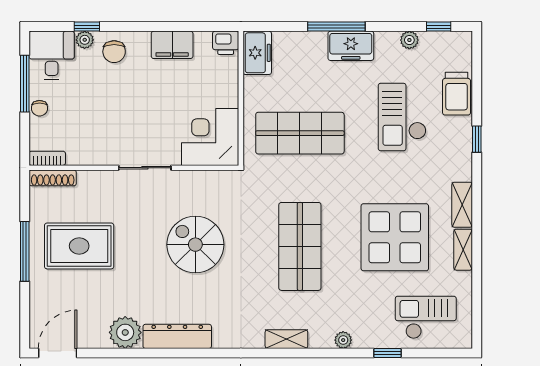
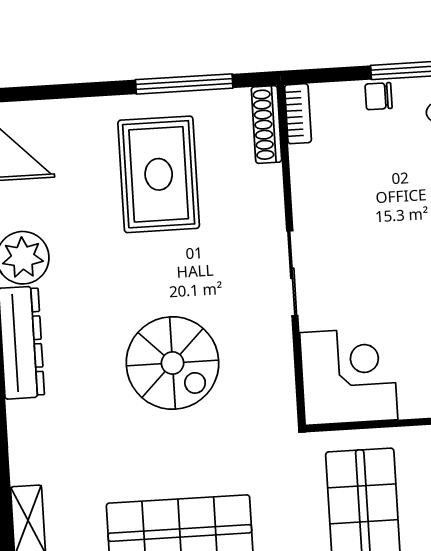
spiral stairs: (195, 245) -> (173, 363), turned 90
window: (25, 251) -> (184, 84), moved

